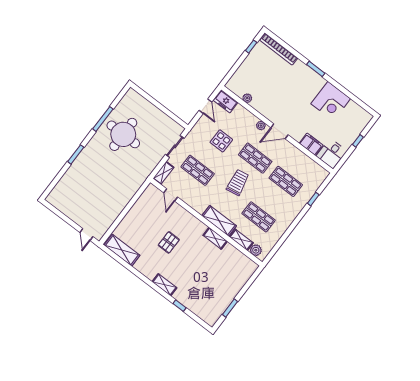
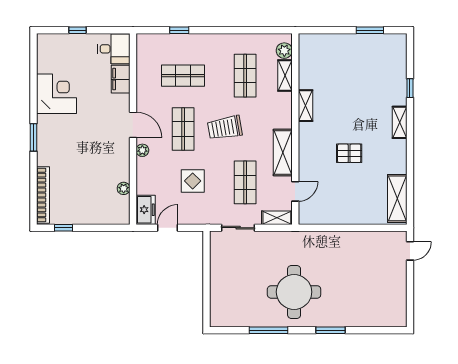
round table: (123, 134) -> (294, 292), moved
shop shelf: (286, 181) -> (183, 76), turned 90
shelving: (219, 221) -> (283, 153), moved

